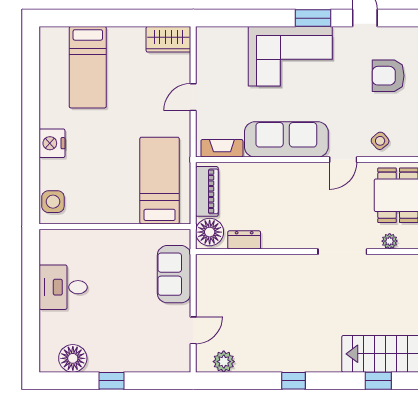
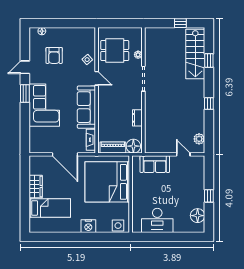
wardrobe: (168, 39) -> (36, 186), moved
door: (193, 97) -> (65, 154), width x1.88
bed: (160, 181) -> (107, 182), width x2.04
dresser: (244, 240) -> (137, 118), moved
desk: (63, 287) -> (157, 220), width x1.37

